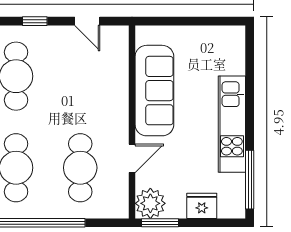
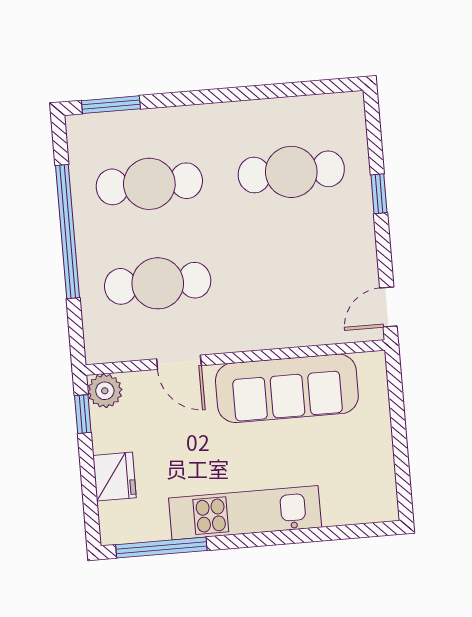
door: (87, 21) -> (388, 307), moved
plant: (150, 203) -> (105, 391), width x0.73, depth x0.73
window: (160, 223) -> (83, 414), width x0.67

